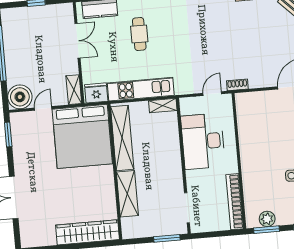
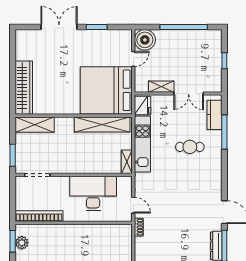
shelving: (74, 90) -> (161, 87), moved
door: (43, 108) -> (133, 59), hinge flipped
window: (8, 135) -> (97, 27), moved
shelving: (127, 194) -> (35, 125), moved

